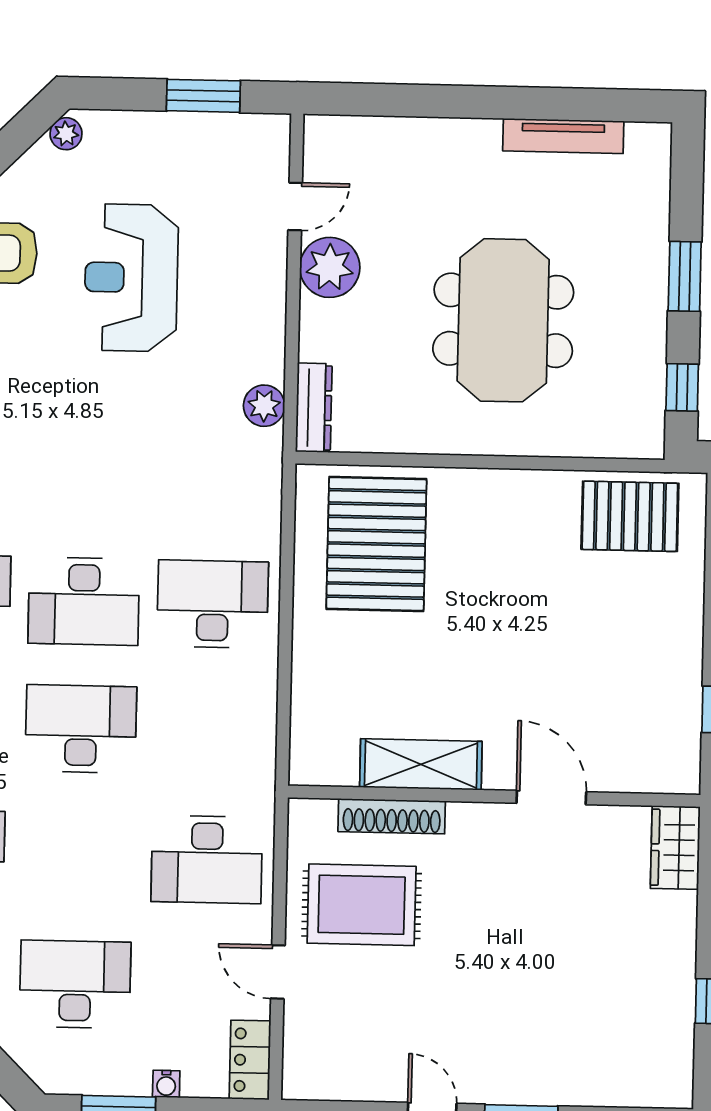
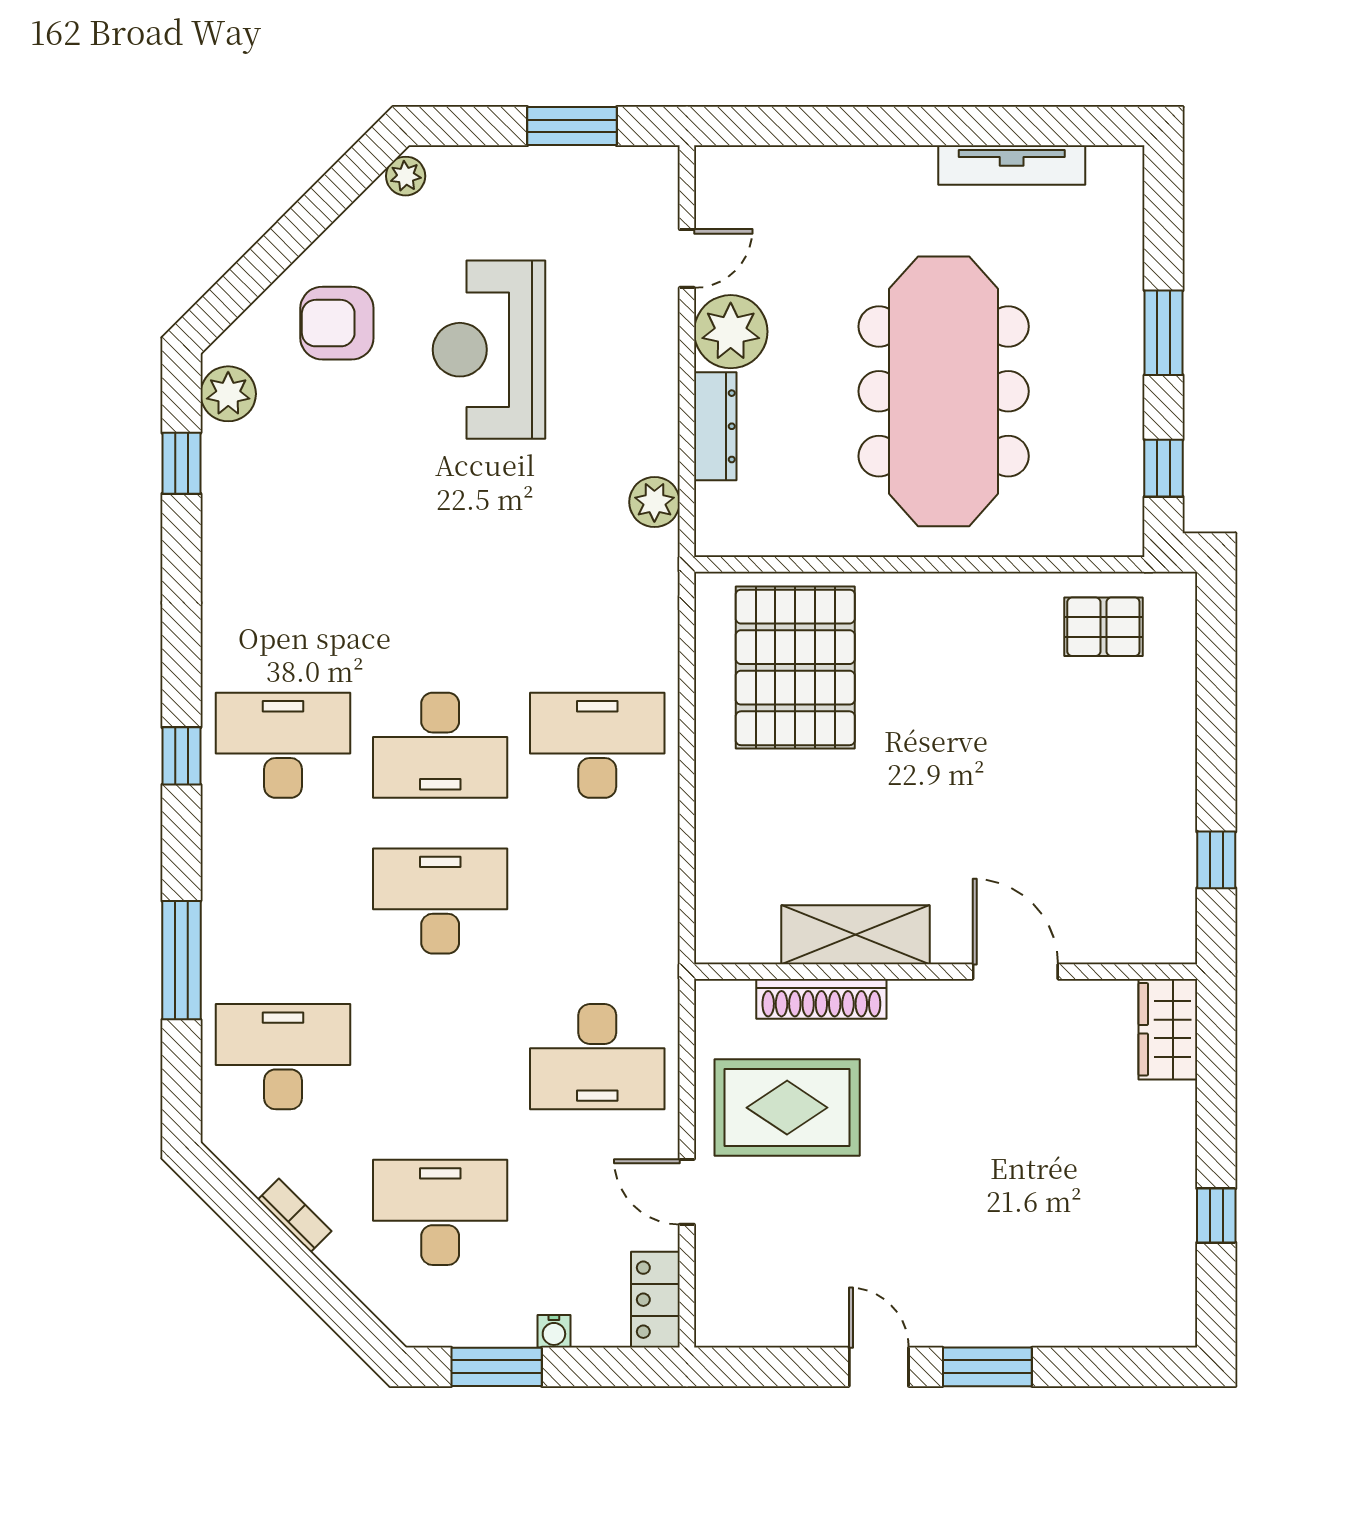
meeting table: (503, 320) -> (944, 391), width x1.36
dresser: (314, 408) -> (715, 426), moved
pallet: (630, 516) -> (1103, 627), width x0.67, depth x0.71

